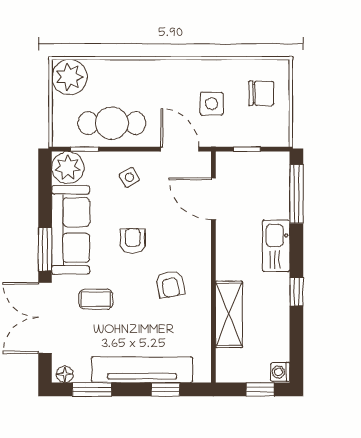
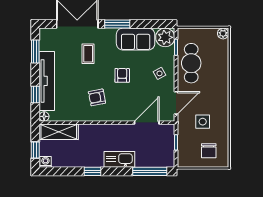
plant: (69, 77) -> (223, 33), width x0.53, depth x0.53
sofa: (71, 230) -> (136, 39), width x0.73
armchair: (133, 241) -> (122, 75), turned -90
shelving: (229, 314) -> (59, 132), moved
floor lamp: (65, 374) -> (44, 116), moved

